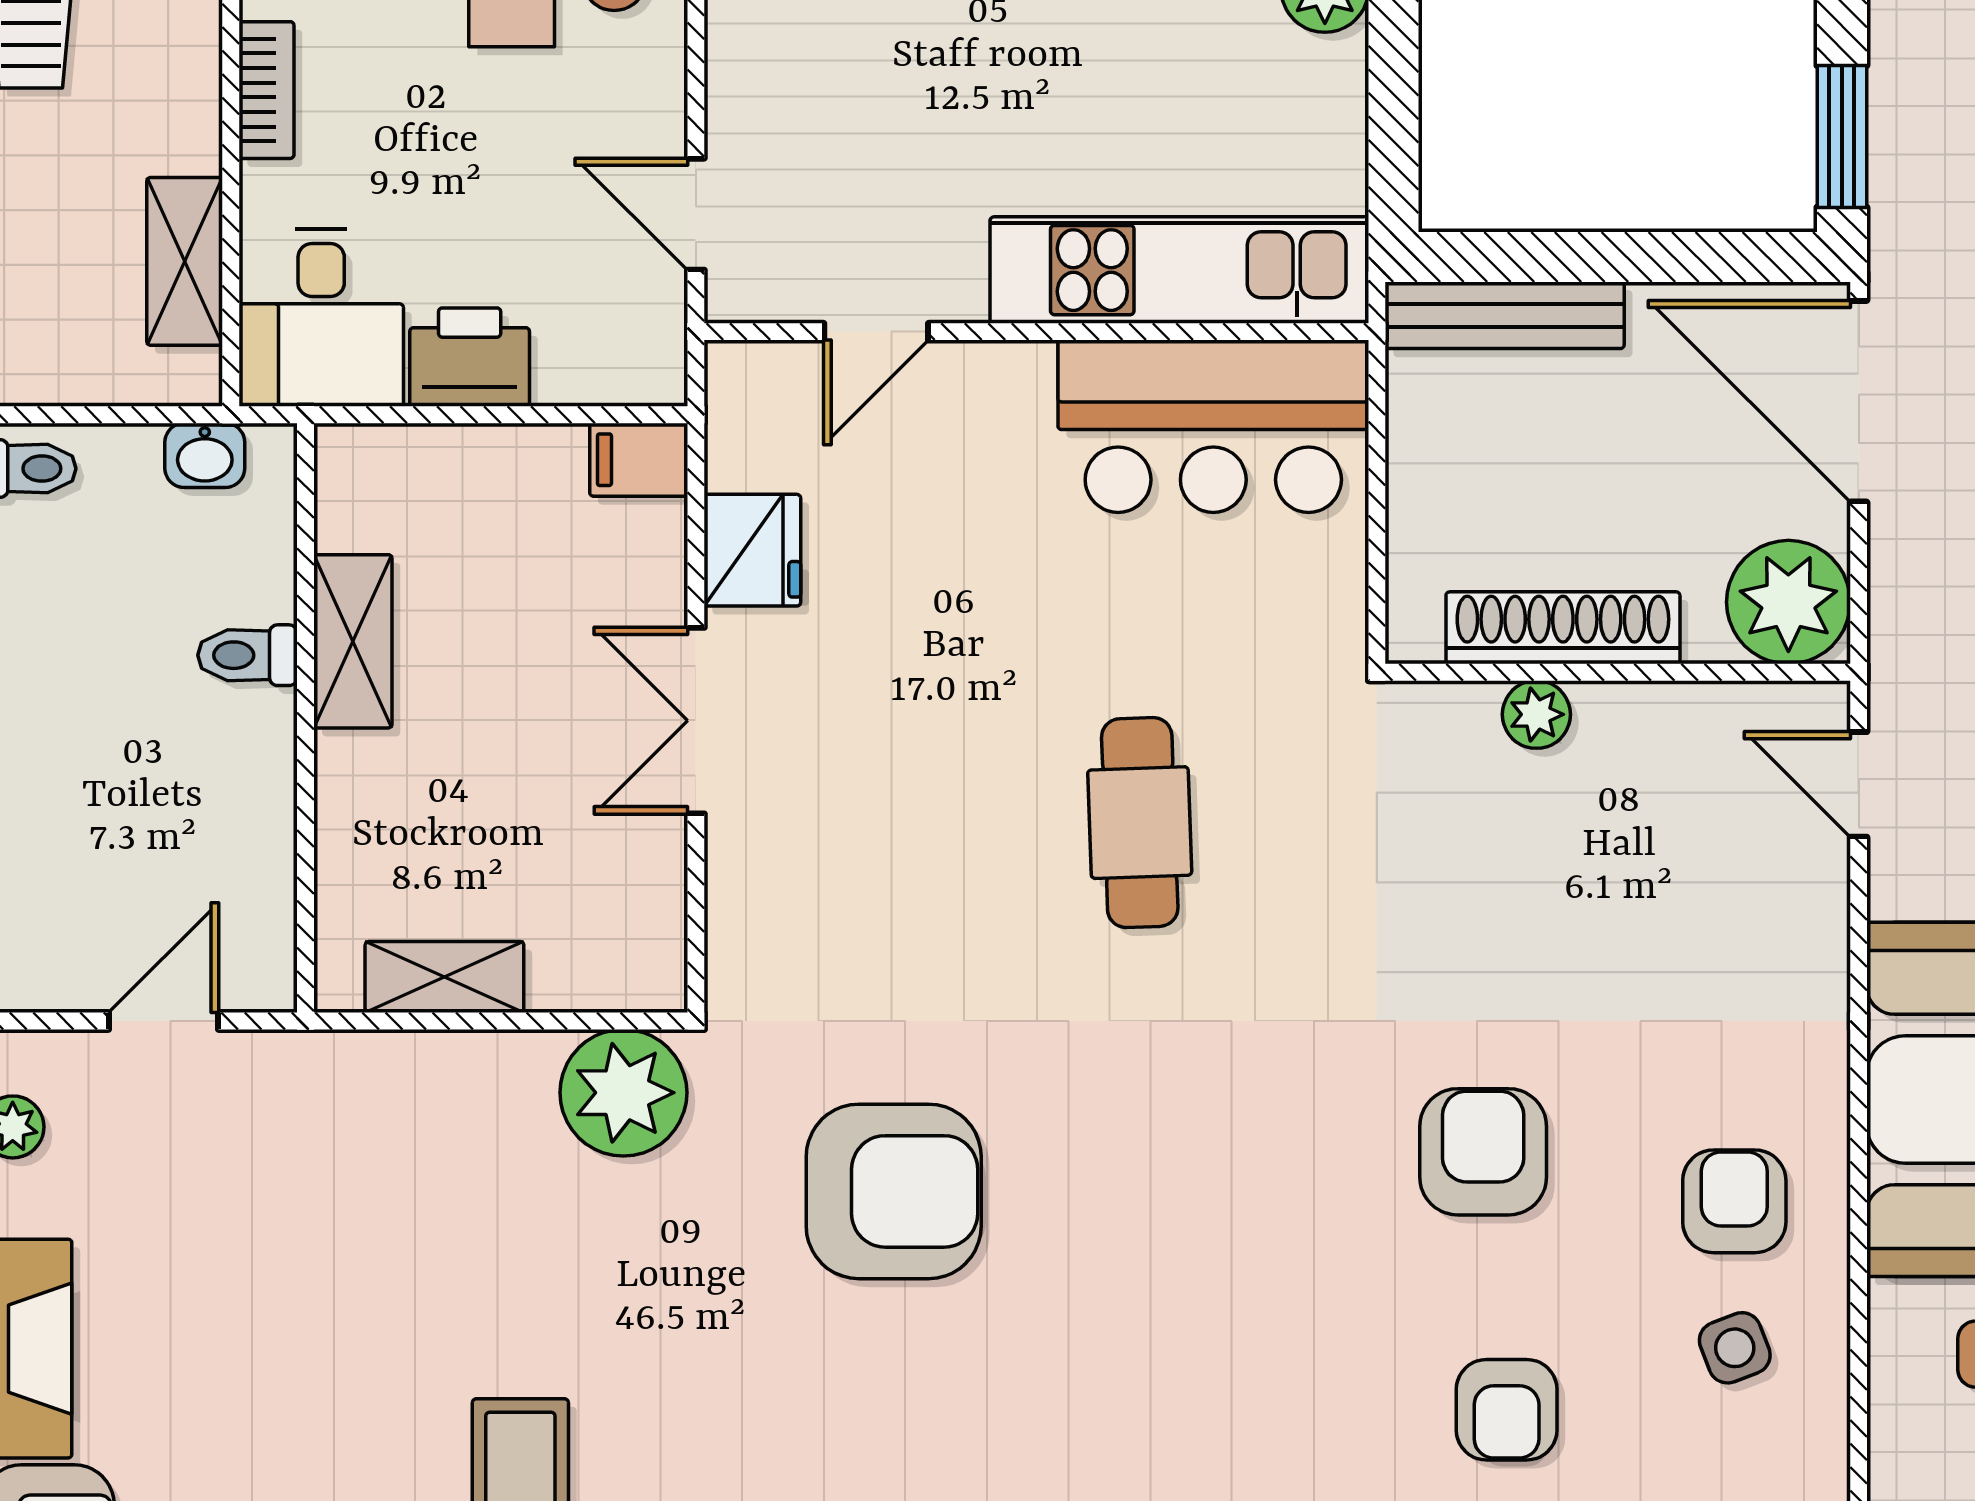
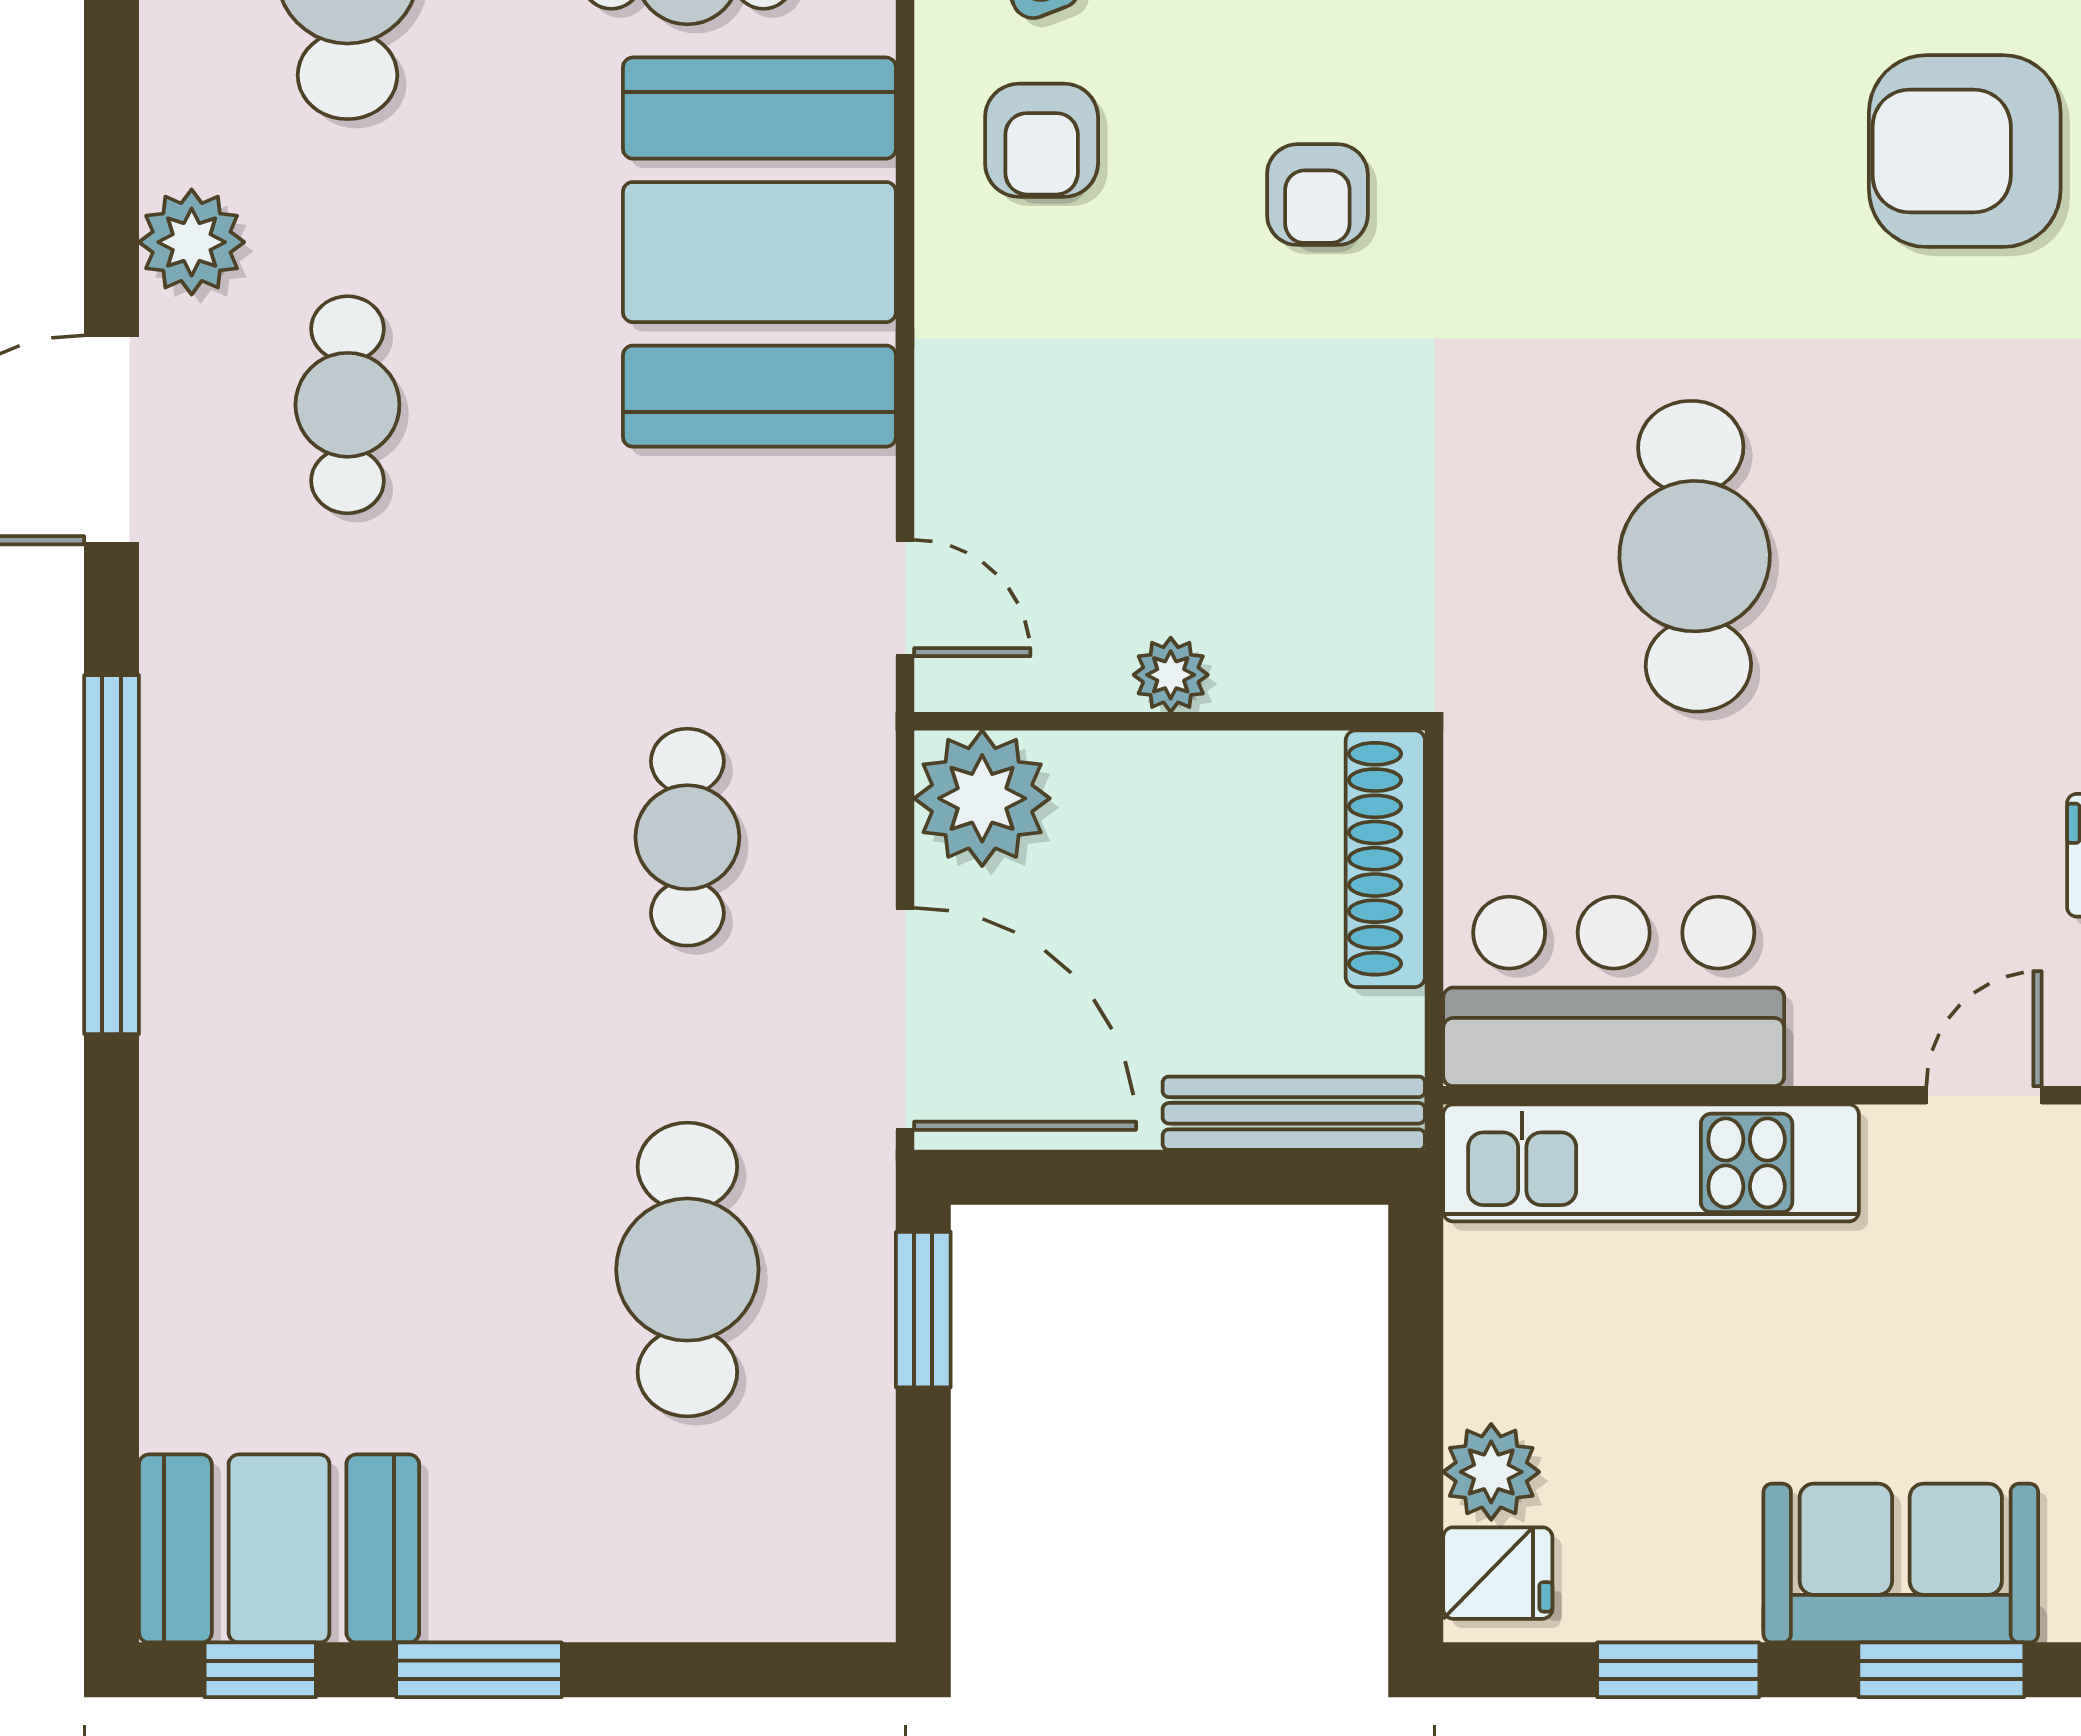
shoe rack: (1563, 628) -> (1385, 859), moved, turned 90
plant: (1536, 714) -> (1171, 675), moved
cafe table: (1140, 823) -> (1695, 556), width x1.37, depth x1.35
armchair: (1483, 1152) -> (1317, 195), width x0.72, depth x0.72

